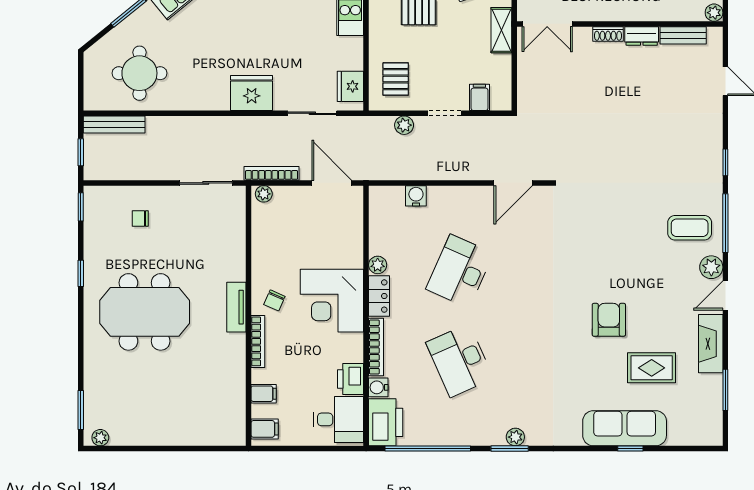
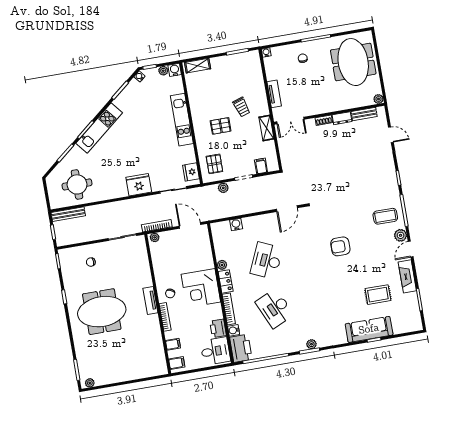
armchair: (609, 320) -> (340, 246), moved, turned -90

